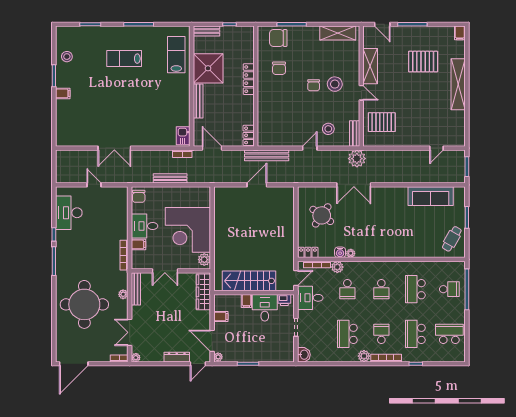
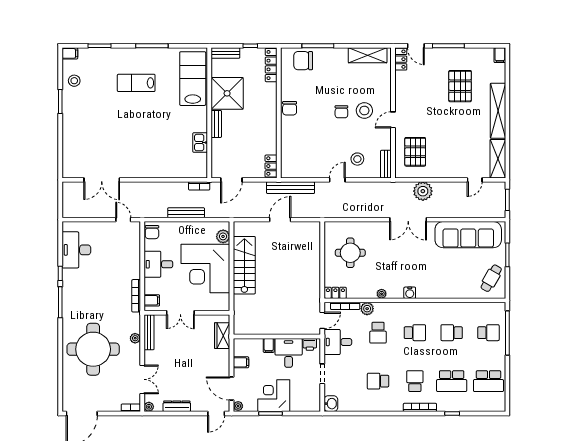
locker: (368, 37) -> (401, 59), added
lab bench: (176, 55) -> (193, 79), width x1.36, depth x1.39
pallet: (423, 62) -> (460, 86), turned 90
shelving: (370, 66) -> (498, 159), moved
chair: (279, 68) -> (290, 108), moved
locker: (249, 79) -> (271, 65), moved
filing cabinet: (63, 93) -> (70, 53), moved
door: (361, 93) -> (393, 120), swing flipped
bench: (198, 101) -> (216, 124), width x0.73
pallet: (382, 122) -> (415, 152), turned 90
kitchen sink: (183, 136) -> (200, 143), moved
double door: (114, 148) -> (102, 180), moved
door: (212, 148) -> (231, 180), swing flipped
plant: (357, 159) -> (423, 191), moved
door: (94, 185) -> (123, 220), moved
double door: (354, 185) -> (408, 220), moved
sofa: (431, 196) -> (468, 235), width x1.36, depth x1.27
round table: (322, 215) -> (350, 253), turned -35
filing cabinet: (138, 244) -> (152, 300), moved
water cooler: (340, 252) -> (410, 293), moved
plant: (204, 260) -> (223, 236), moved
stairs: (249, 281) -> (244, 265), moved, turned 90
school desk: (381, 289) -> (415, 333), turned -90
school desk: (415, 289) -> (452, 333), width x0.54
wardrobe: (203, 292) -> (222, 336), width x0.67
double door: (130, 332) -> (142, 379), swing flipped
school desk: (347, 334) -> (378, 381), width x0.54
school desk: (415, 334) -> (452, 381), turned -90
school desk: (449, 334) -> (488, 381), turned 180
corner desk: (251, 347) -> (274, 396), added
plant: (364, 356) -> (396, 405), removed
dresser: (177, 357) -> (177, 406), moved

